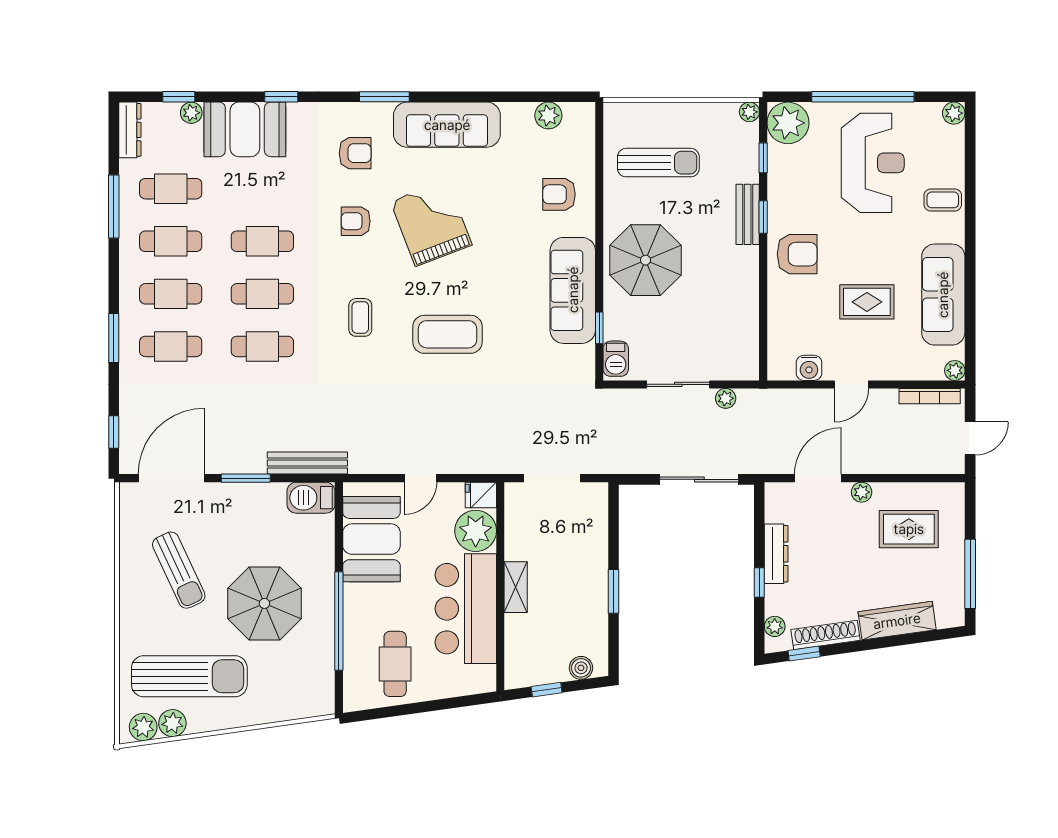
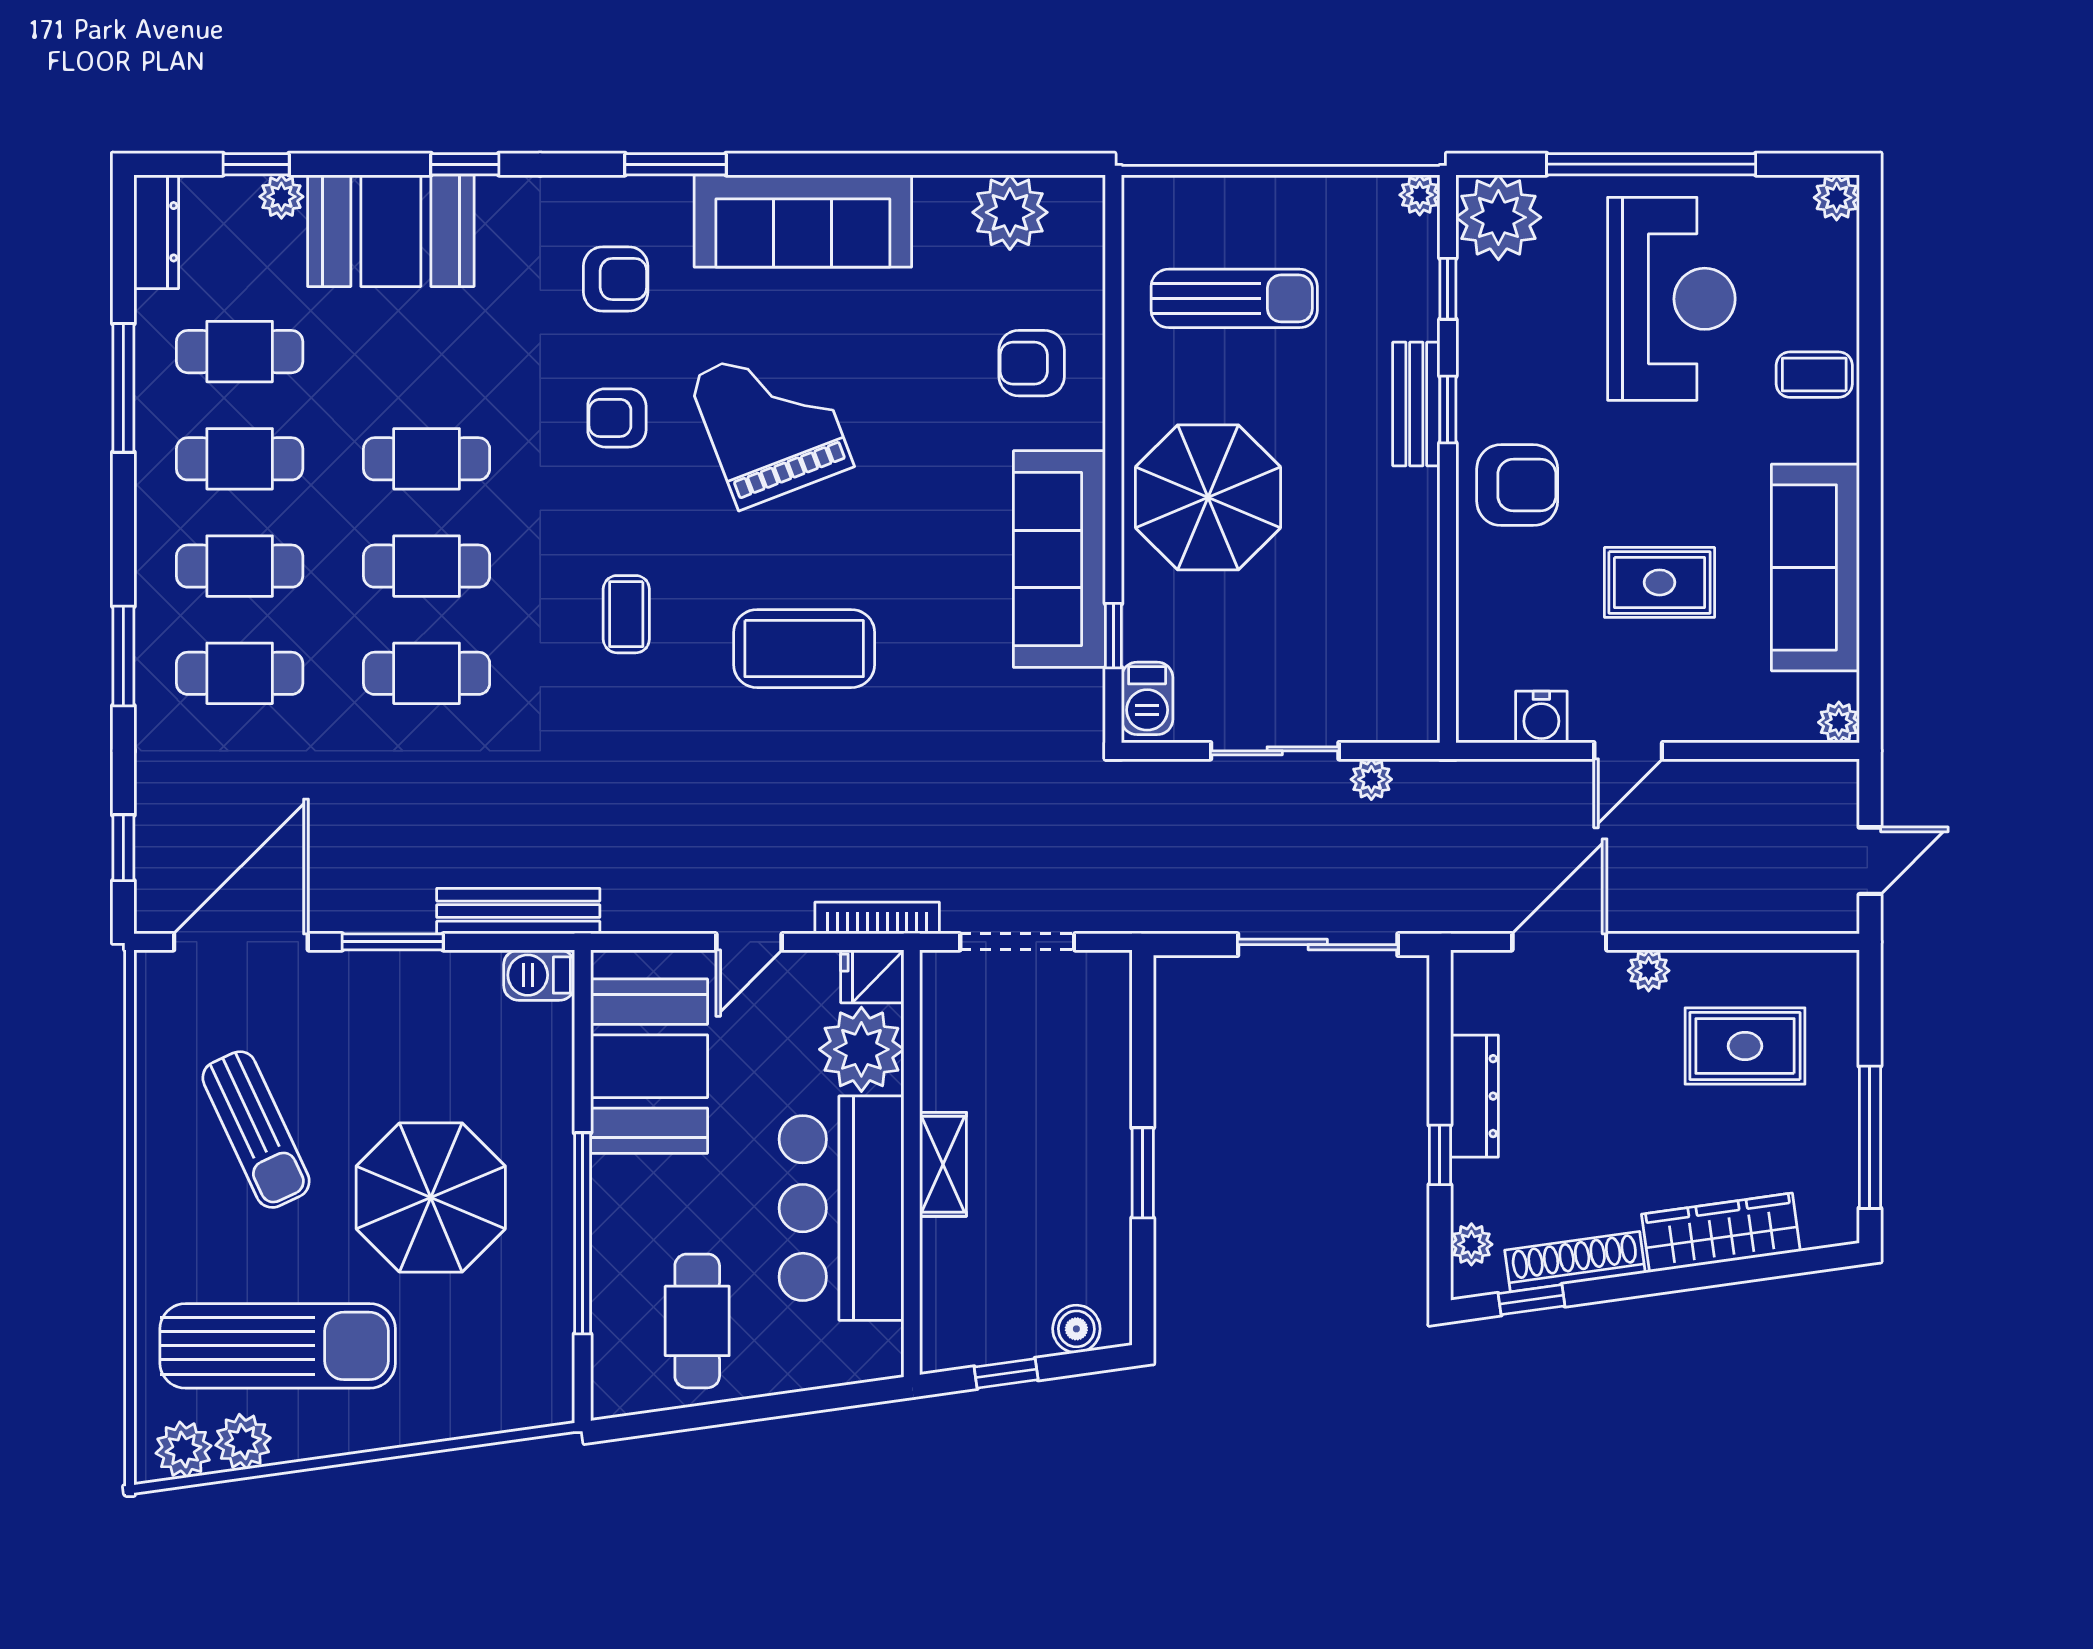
plant: (548, 115) -> (1010, 212), width x1.36, depth x1.36
bookcase: (930, 396) -> (877, 918), moved, turned 180
barbecue: (311, 498) -> (539, 975), width x0.73, depth x0.79

